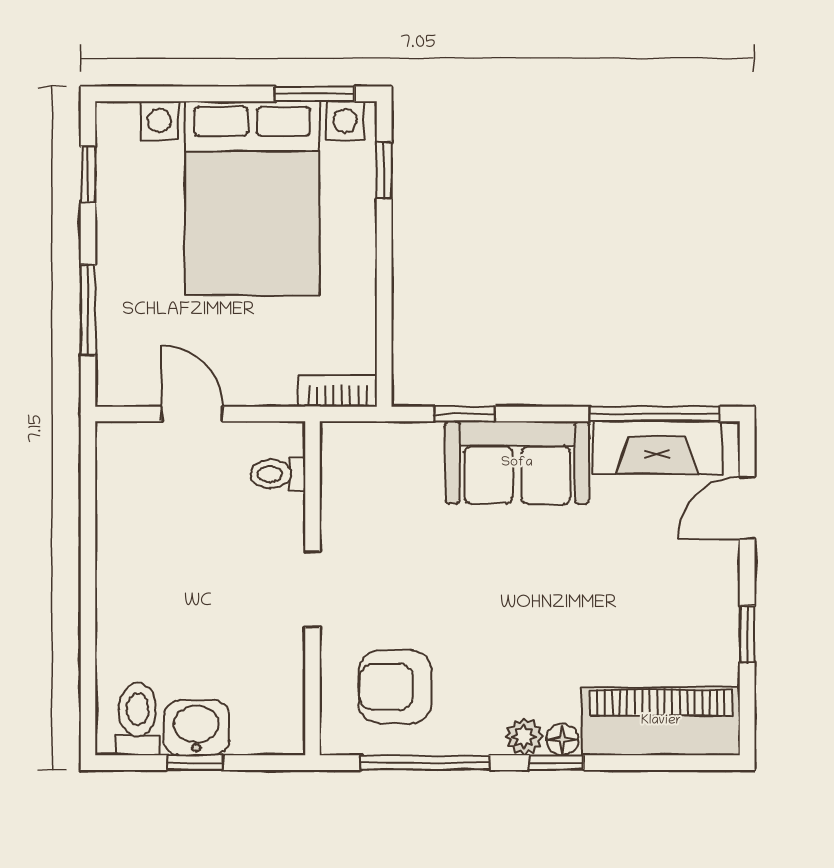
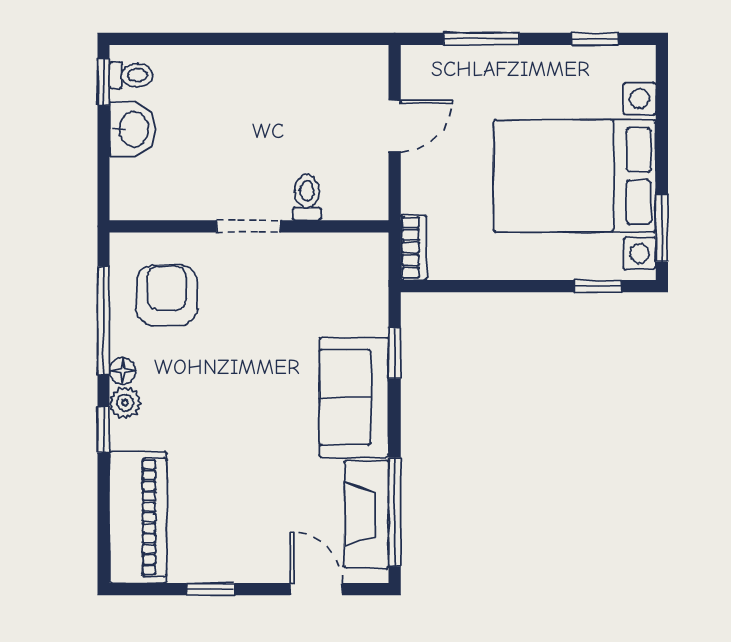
toilet: (278, 474) -> (307, 197), moved
toilet: (138, 719) -> (131, 75), width x0.73, depth x0.72
floor lamp: (562, 740) -> (123, 371), moved
window: (195, 763) -> (103, 82), moved

